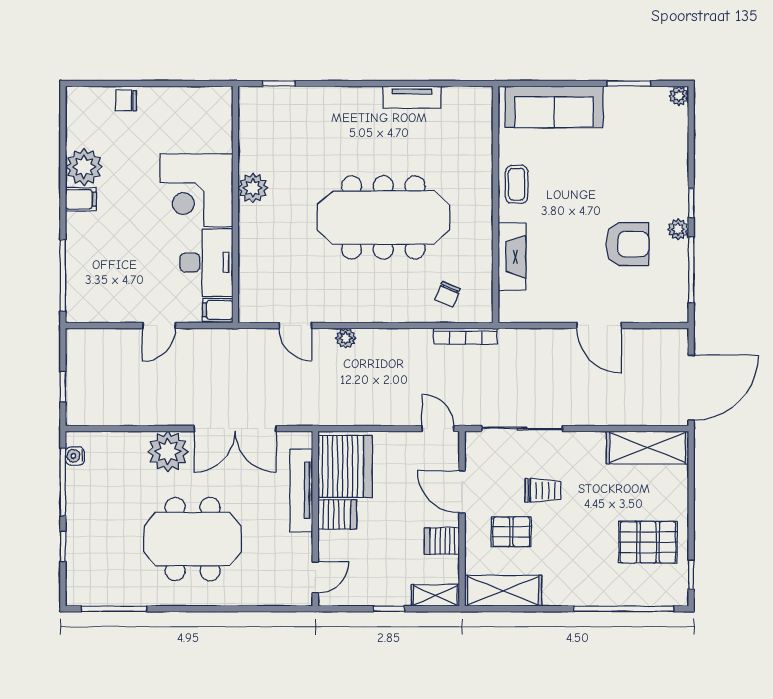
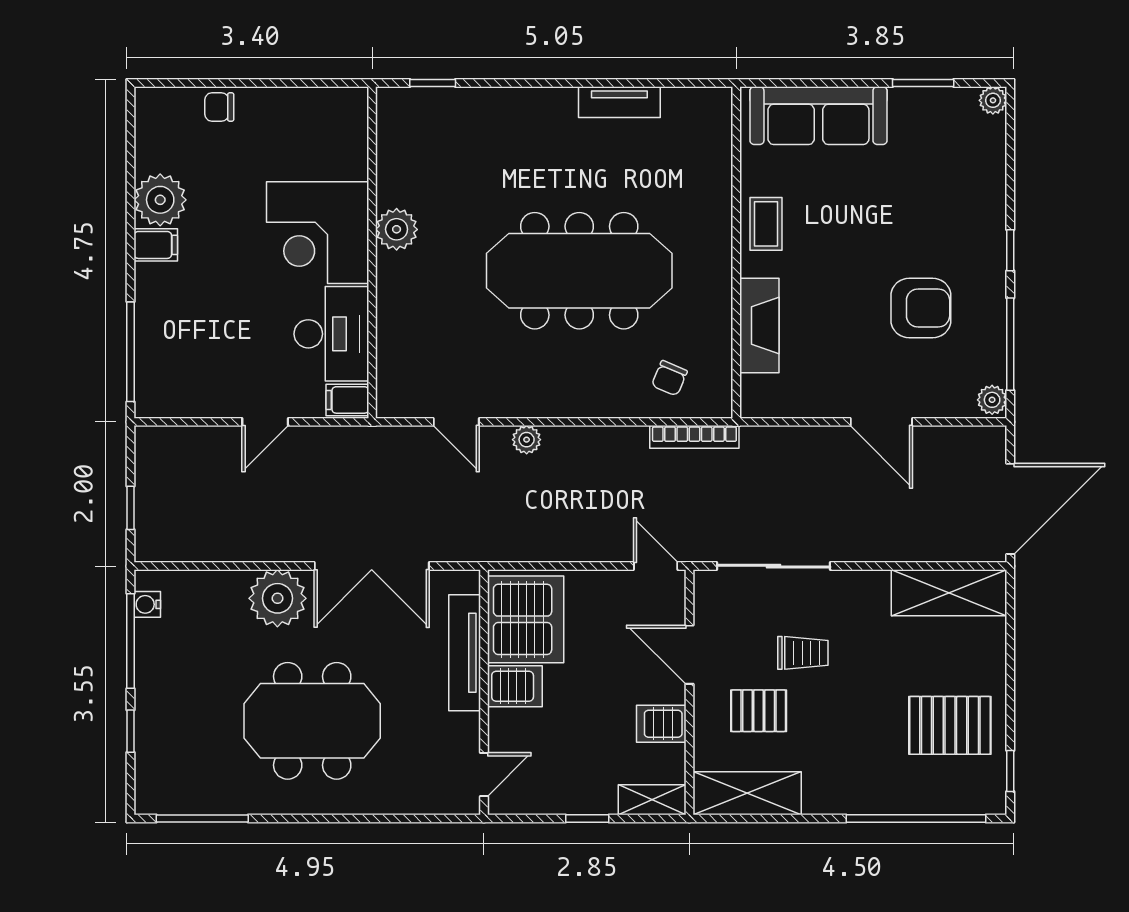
plant: (678, 229) -> (992, 400), moved

